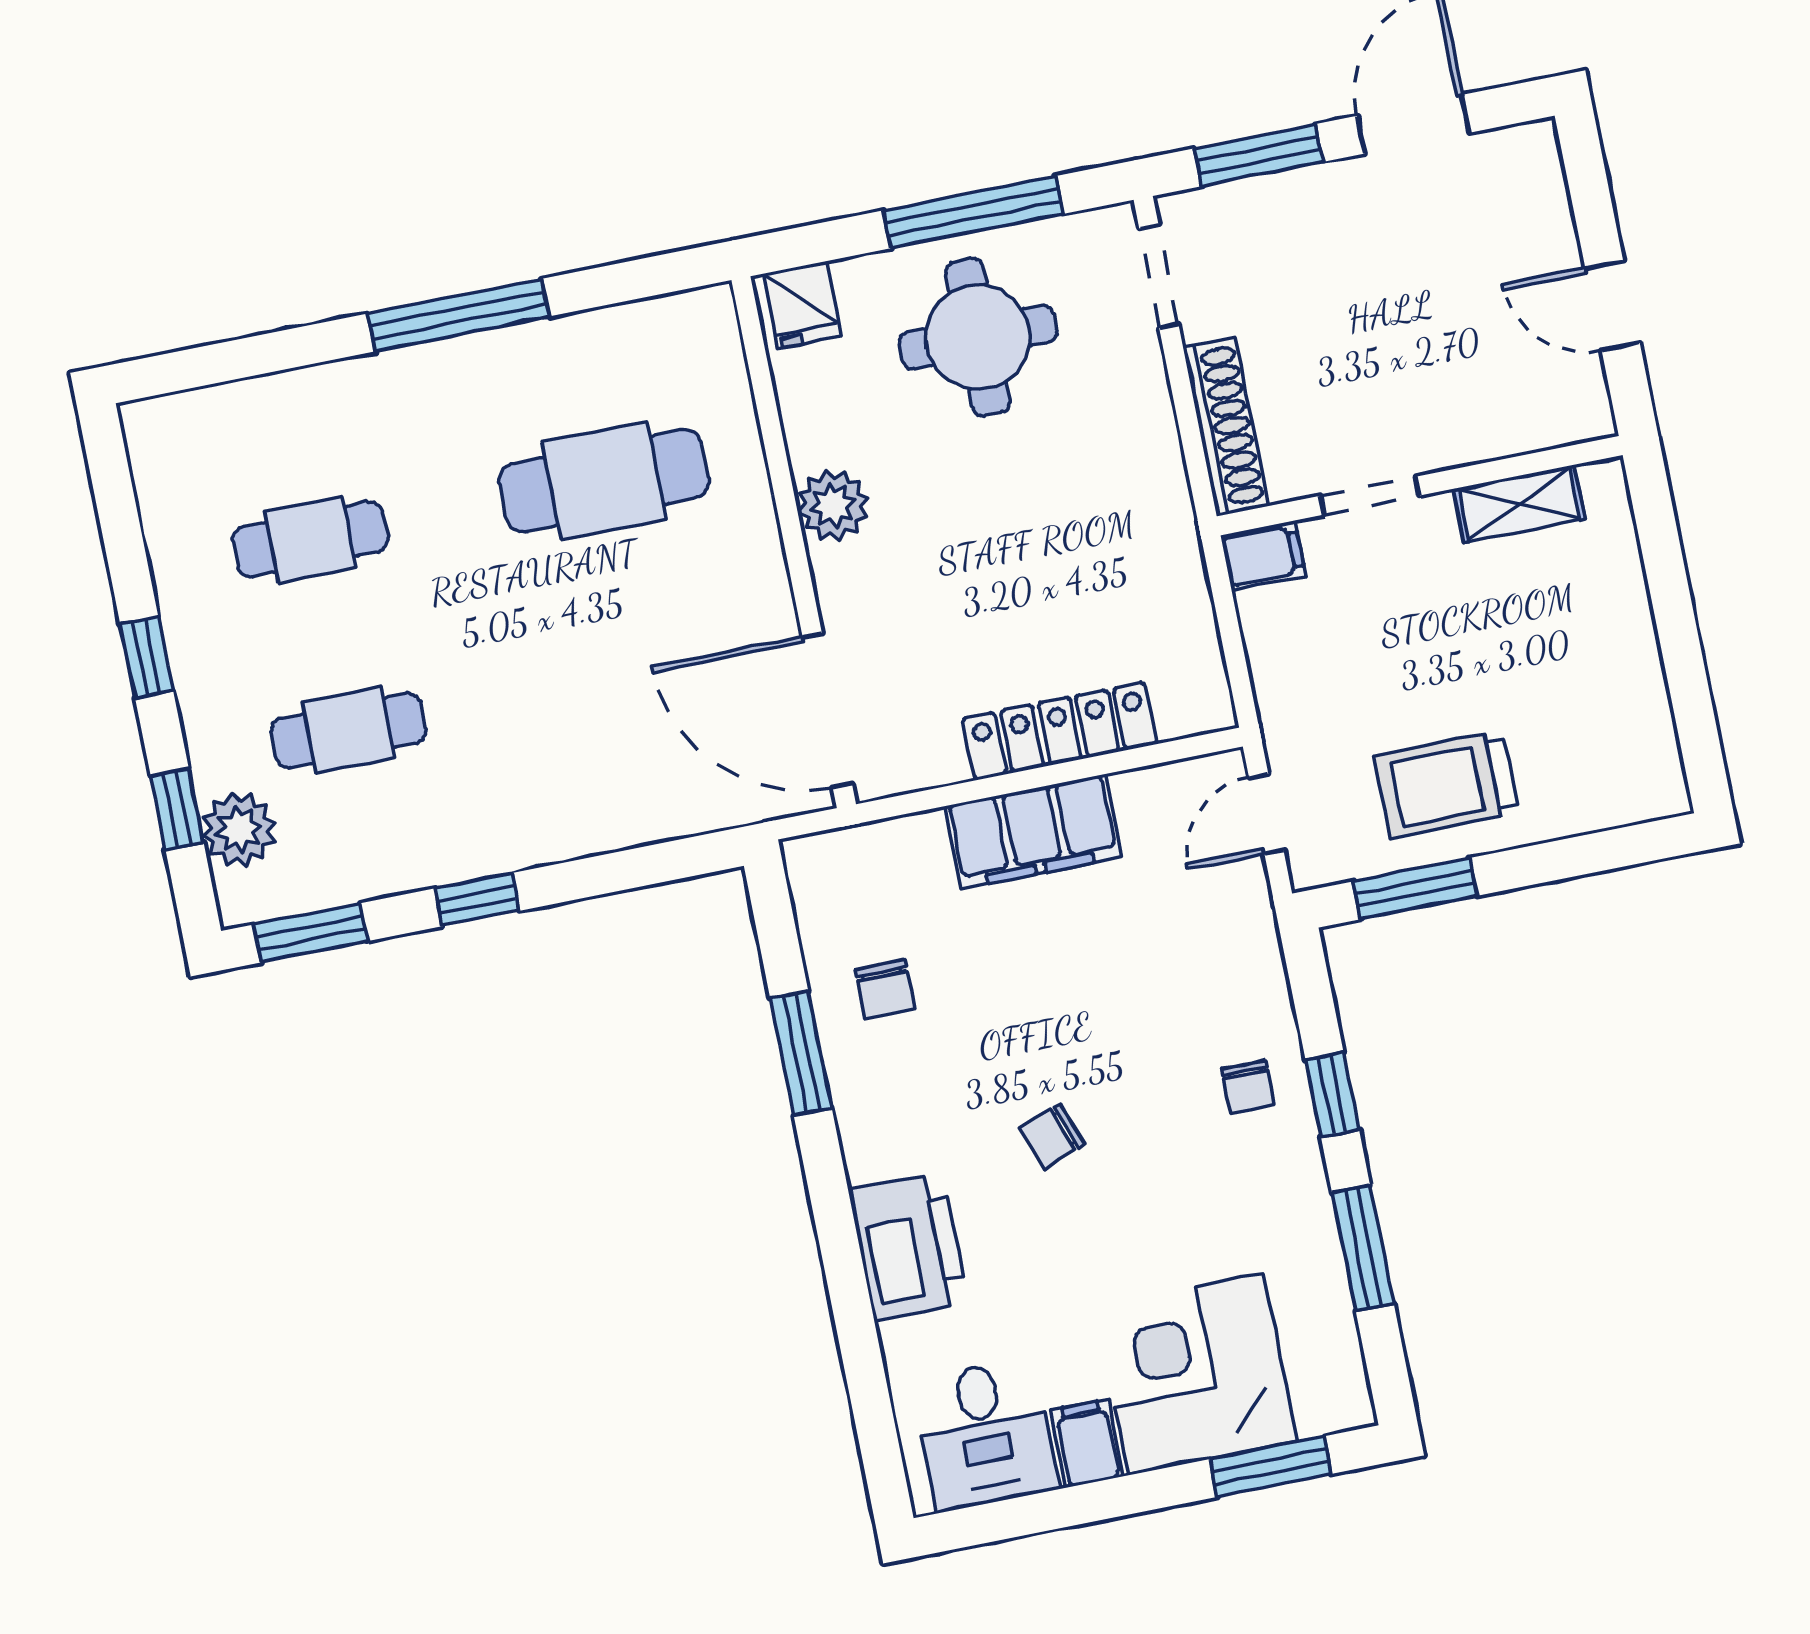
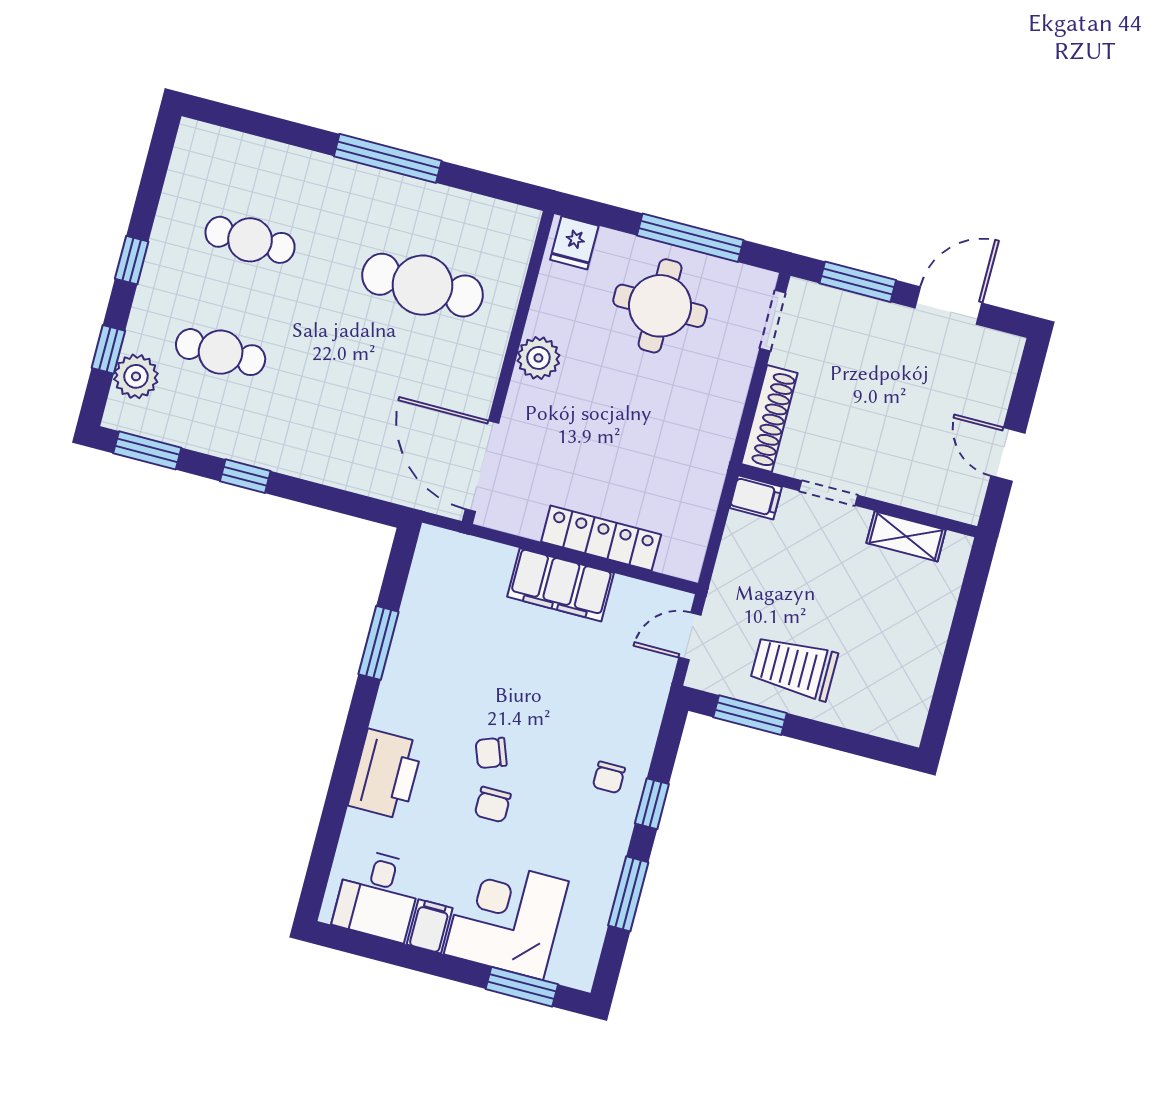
chair: (885, 989) -> (493, 805), moved

